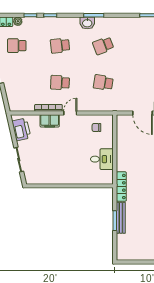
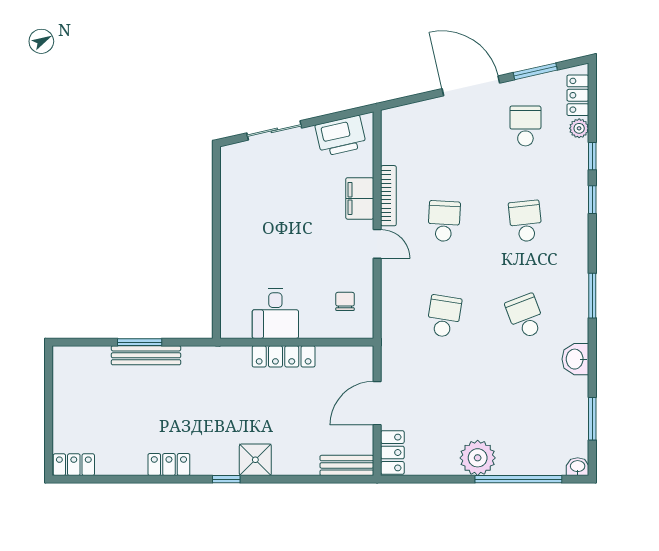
washbasin: (87, 23) -> (575, 359), moved
locker: (121, 187) -> (284, 356), moved

